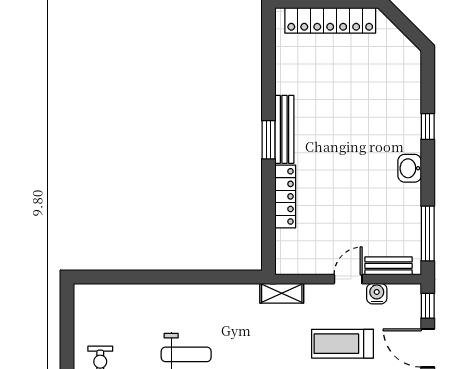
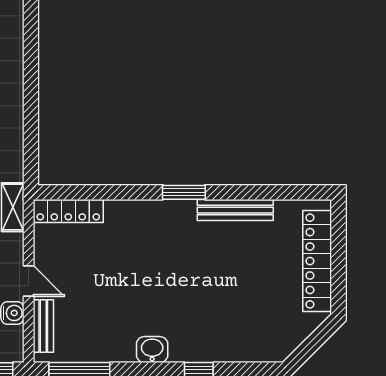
bench: (284, 129) -> (235, 210), moved
locker: (285, 196) -> (68, 211), moved

